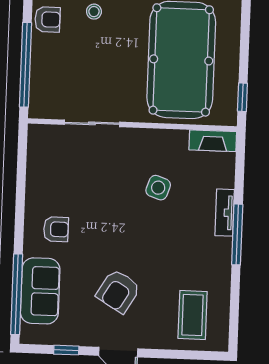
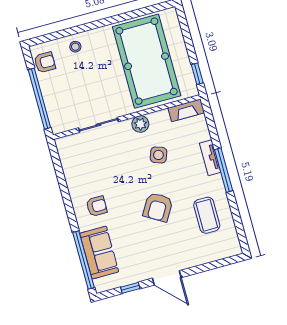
plant: (147, 140) -> (140, 124), added
armchair: (118, 291) -> (158, 207), moved
coffee table: (193, 315) -> (207, 215), moved

